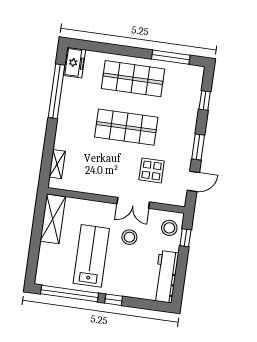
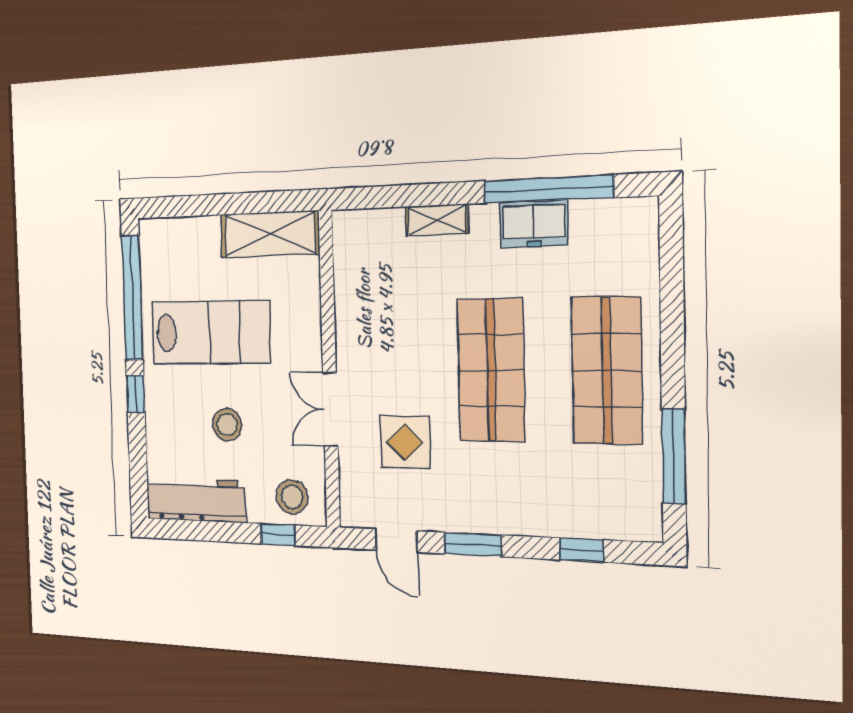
freezer: (74, 63) -> (534, 224), moved
shelving: (57, 164) -> (437, 220), moved
stool: (129, 237) -> (227, 425), moved

